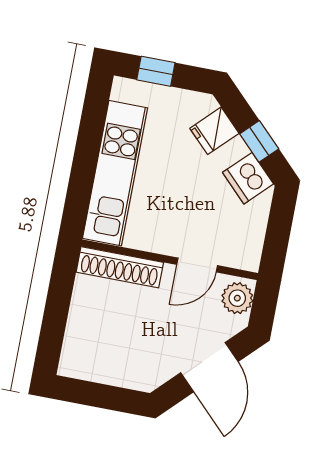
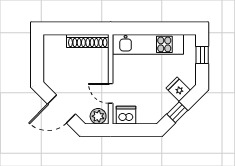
dishwasher: (248, 178) -> (126, 115), moved, turned 45
shoe rack: (120, 267) -> (88, 41), moved, turned -90

